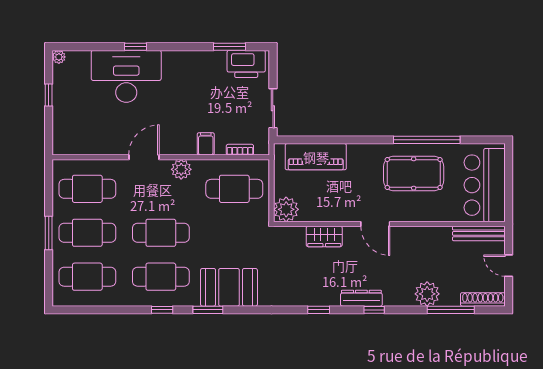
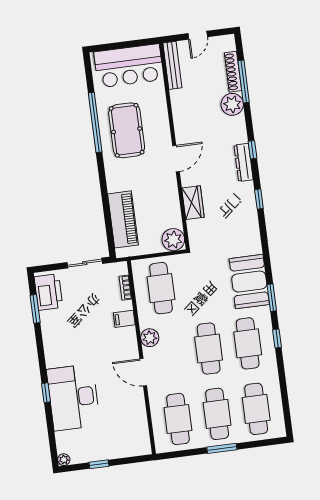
shoe rack: (483, 299) -> (233, 72), moved

